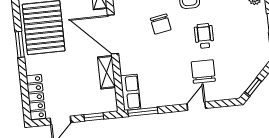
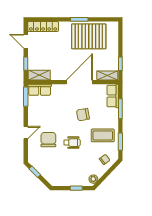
chair: (203, 71) -> (48, 140), turned -90
shelving: (106, 72) -> (39, 75), moved
door: (196, 106) -> (26, 133), hinge flipped

